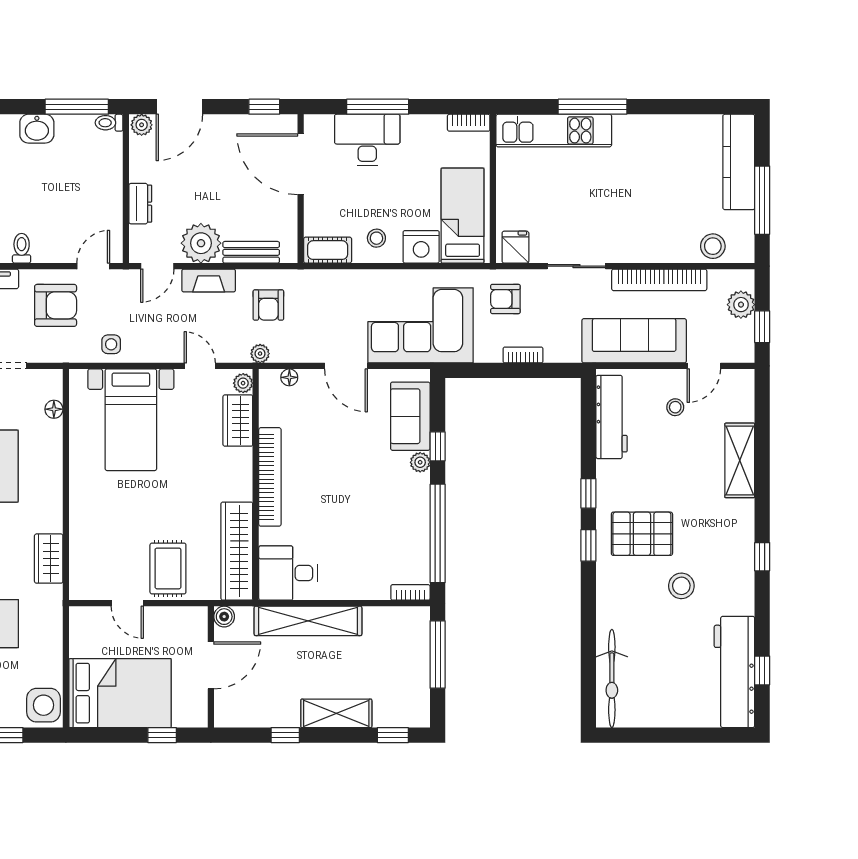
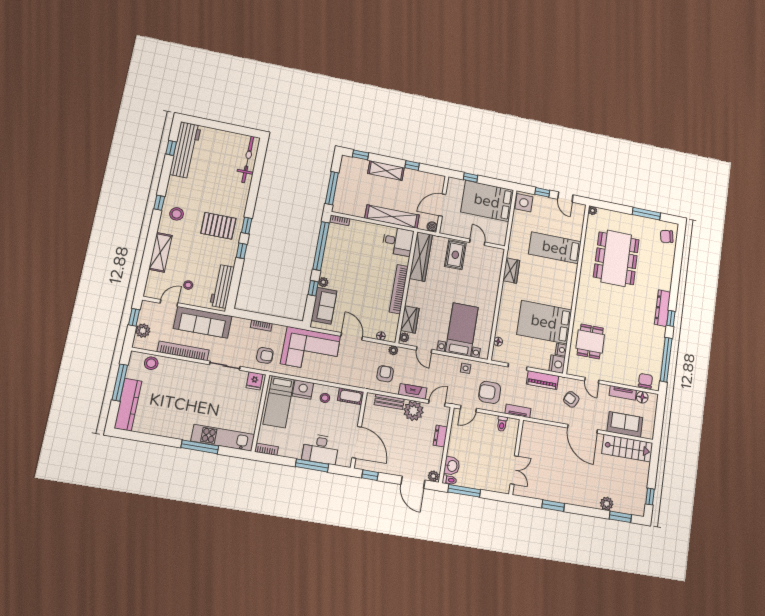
door: (179, 107) -> (413, 482), swing flipped
washbasin: (37, 129) -> (452, 466), moved, turned 90
stool: (681, 586) -> (177, 214), moved

